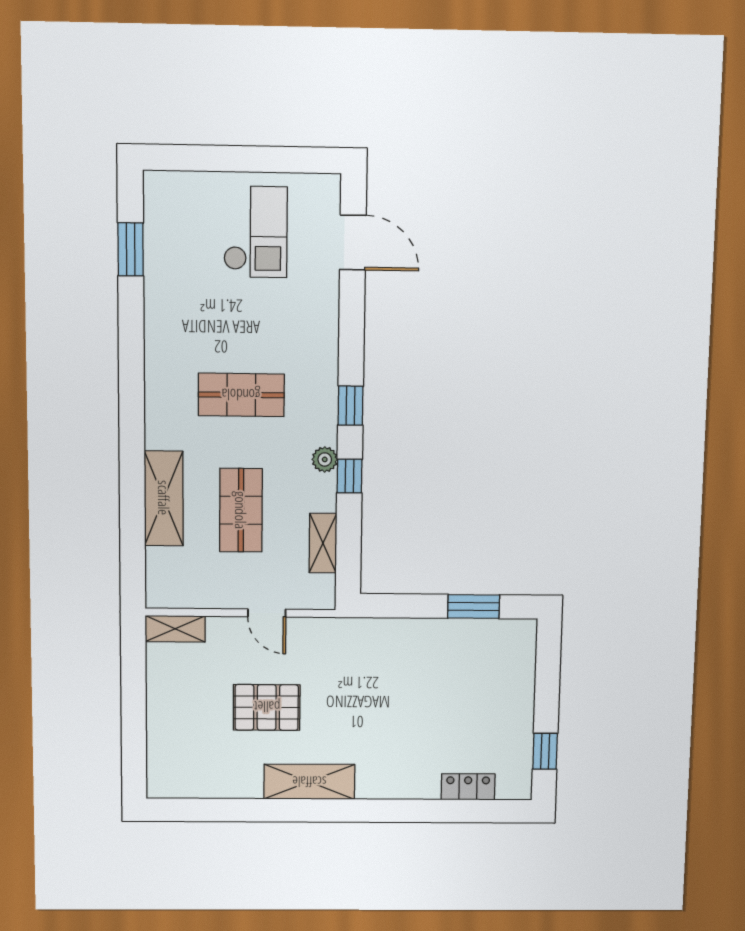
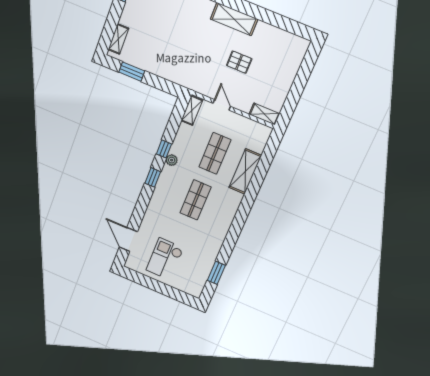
shop shelf: (241, 395) -> (196, 200), turned 90
shelving: (323, 543) -> (192, 110), moved
shelving: (523, 659) -> (118, 39), added
pallet: (267, 707) -> (239, 62), width x0.67, depth x0.71

